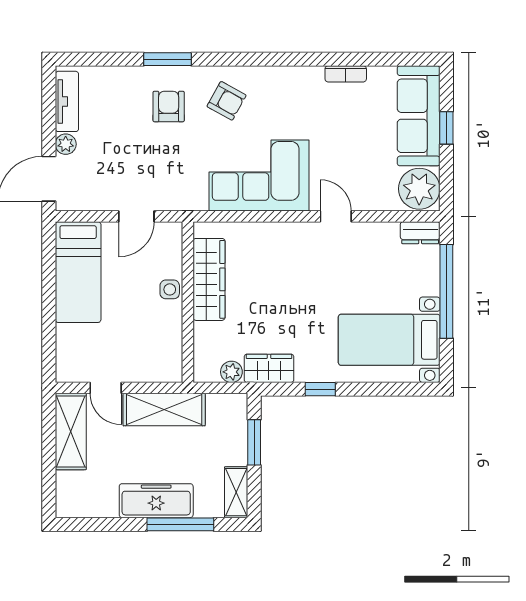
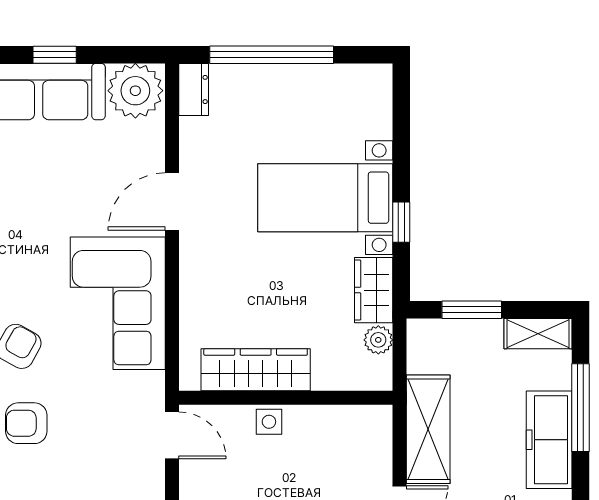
door: (136, 216) -> (172, 435), moved
door: (336, 216) -> (172, 202), width x1.38
bed with nightstands: (389, 340) -> (325, 198), moved, turned 90

